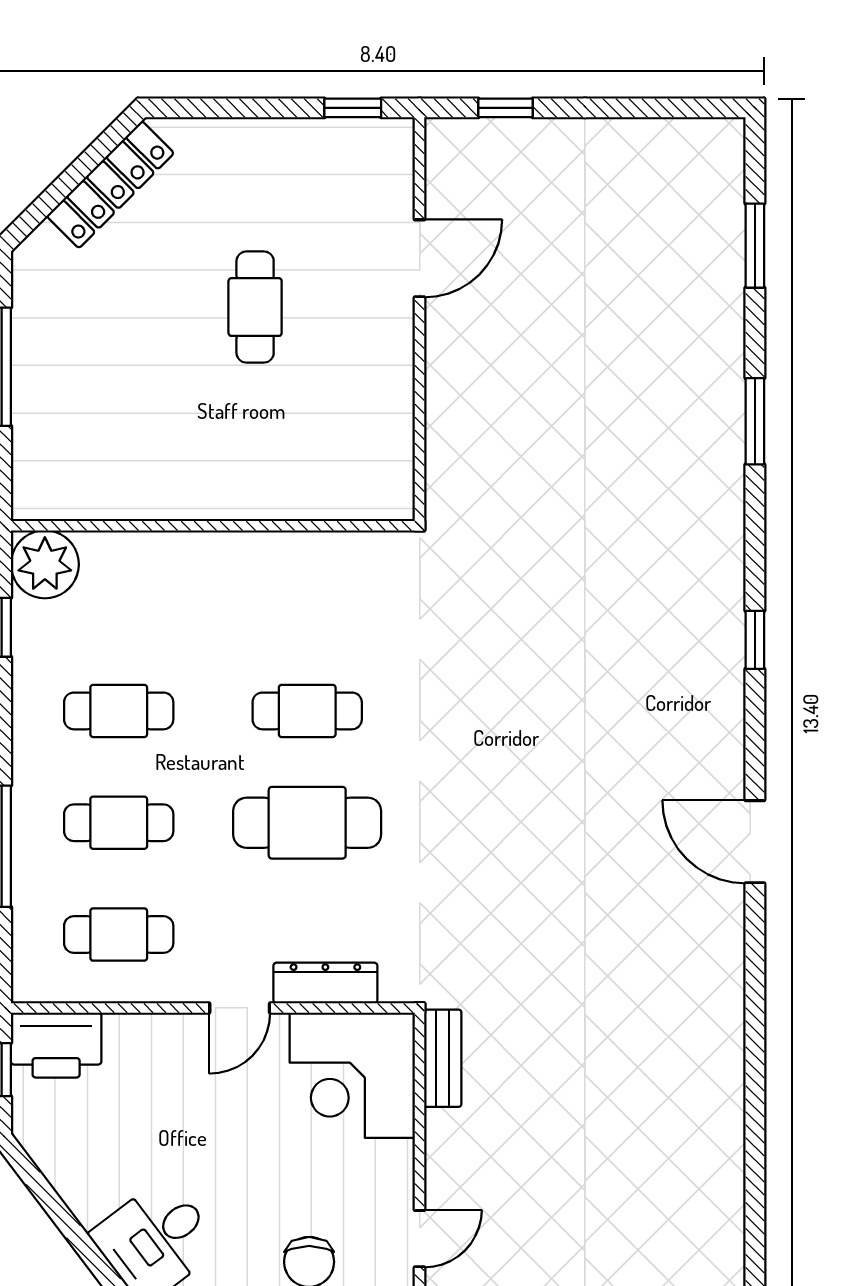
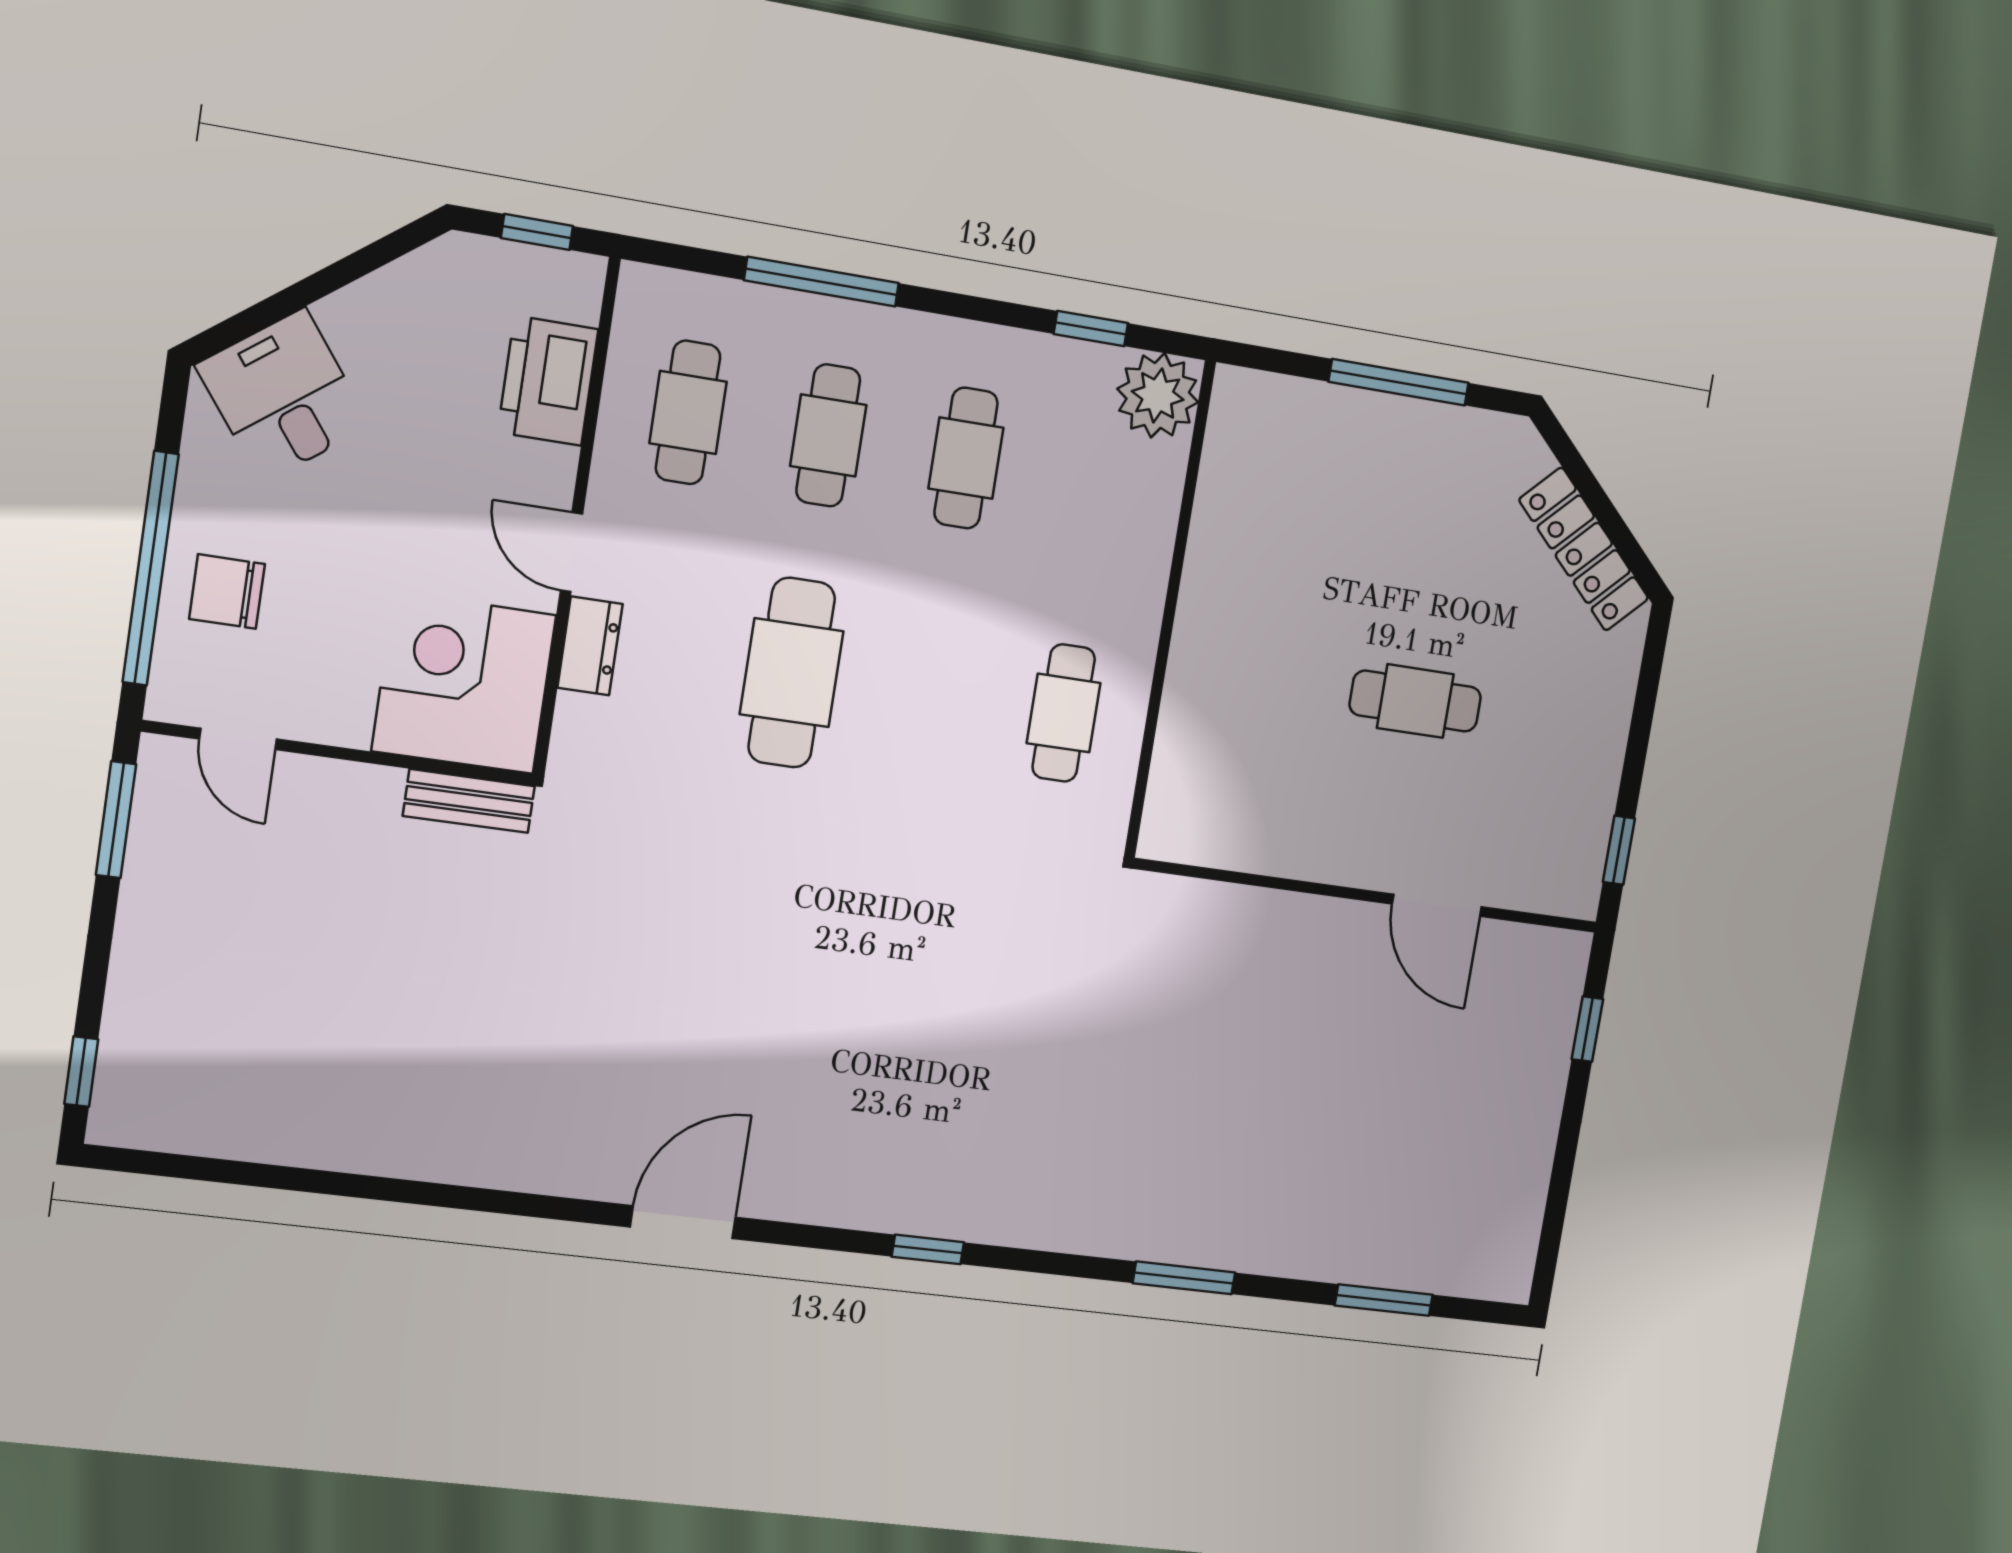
cafe table: (307, 711) -> (1064, 713), moved
dresser: (325, 983) -> (590, 646), width x0.70
printer: (56, 1045) -> (548, 381), moved

